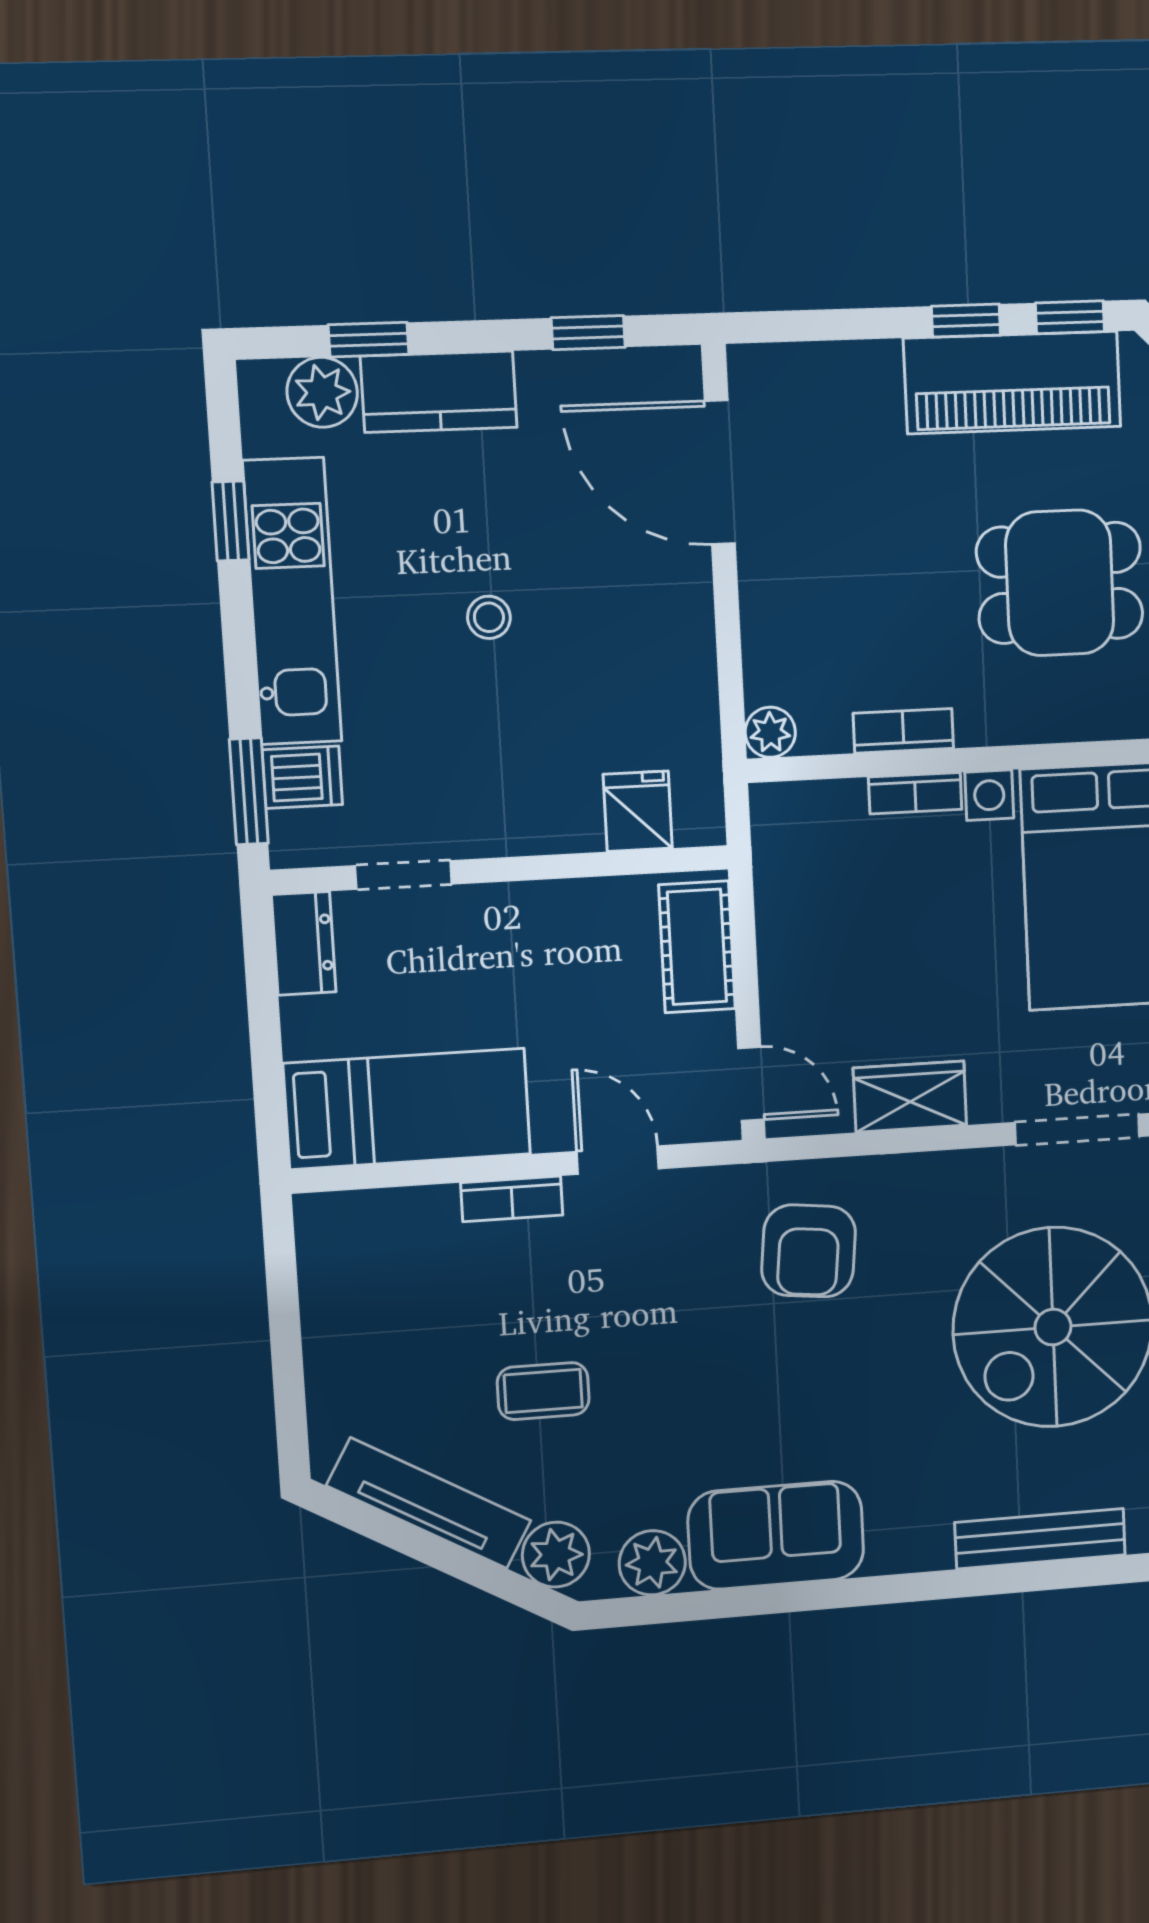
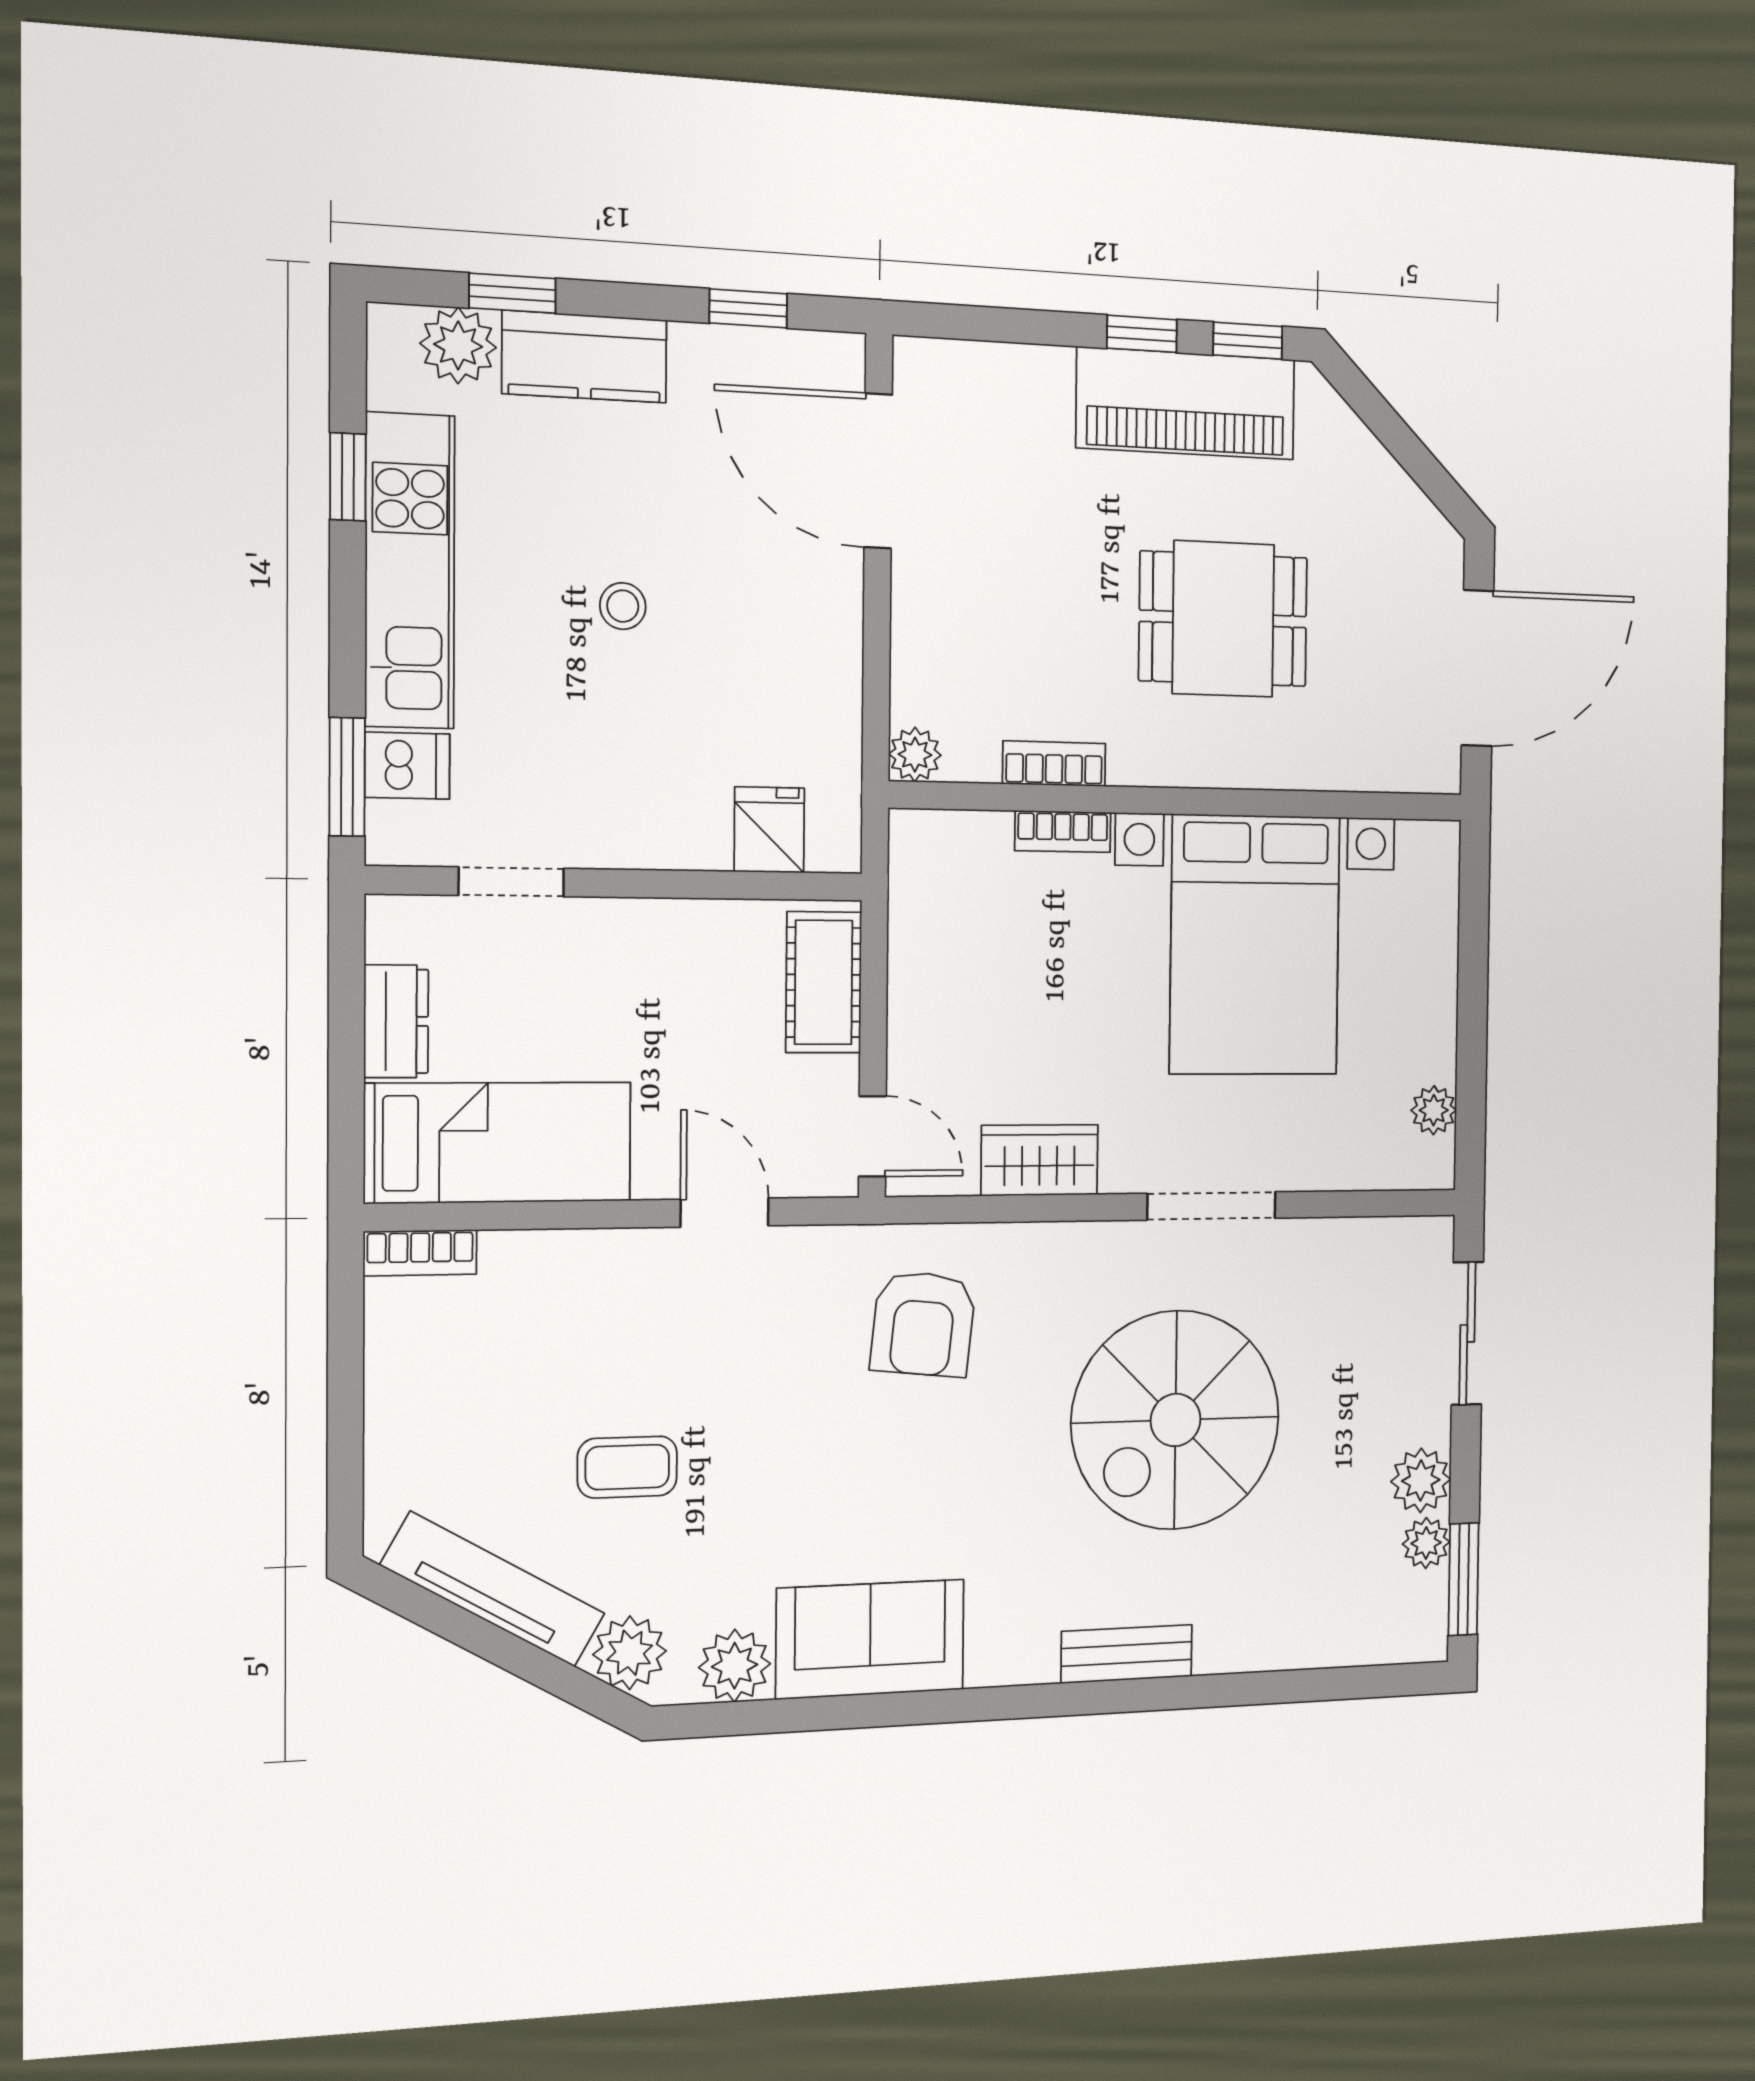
dresser: (304, 943) -> (396, 1021), moved
bookcase: (512, 1199) -> (420, 1253), moved
bench: (1040, 1539) -> (1127, 1654), width x0.73

